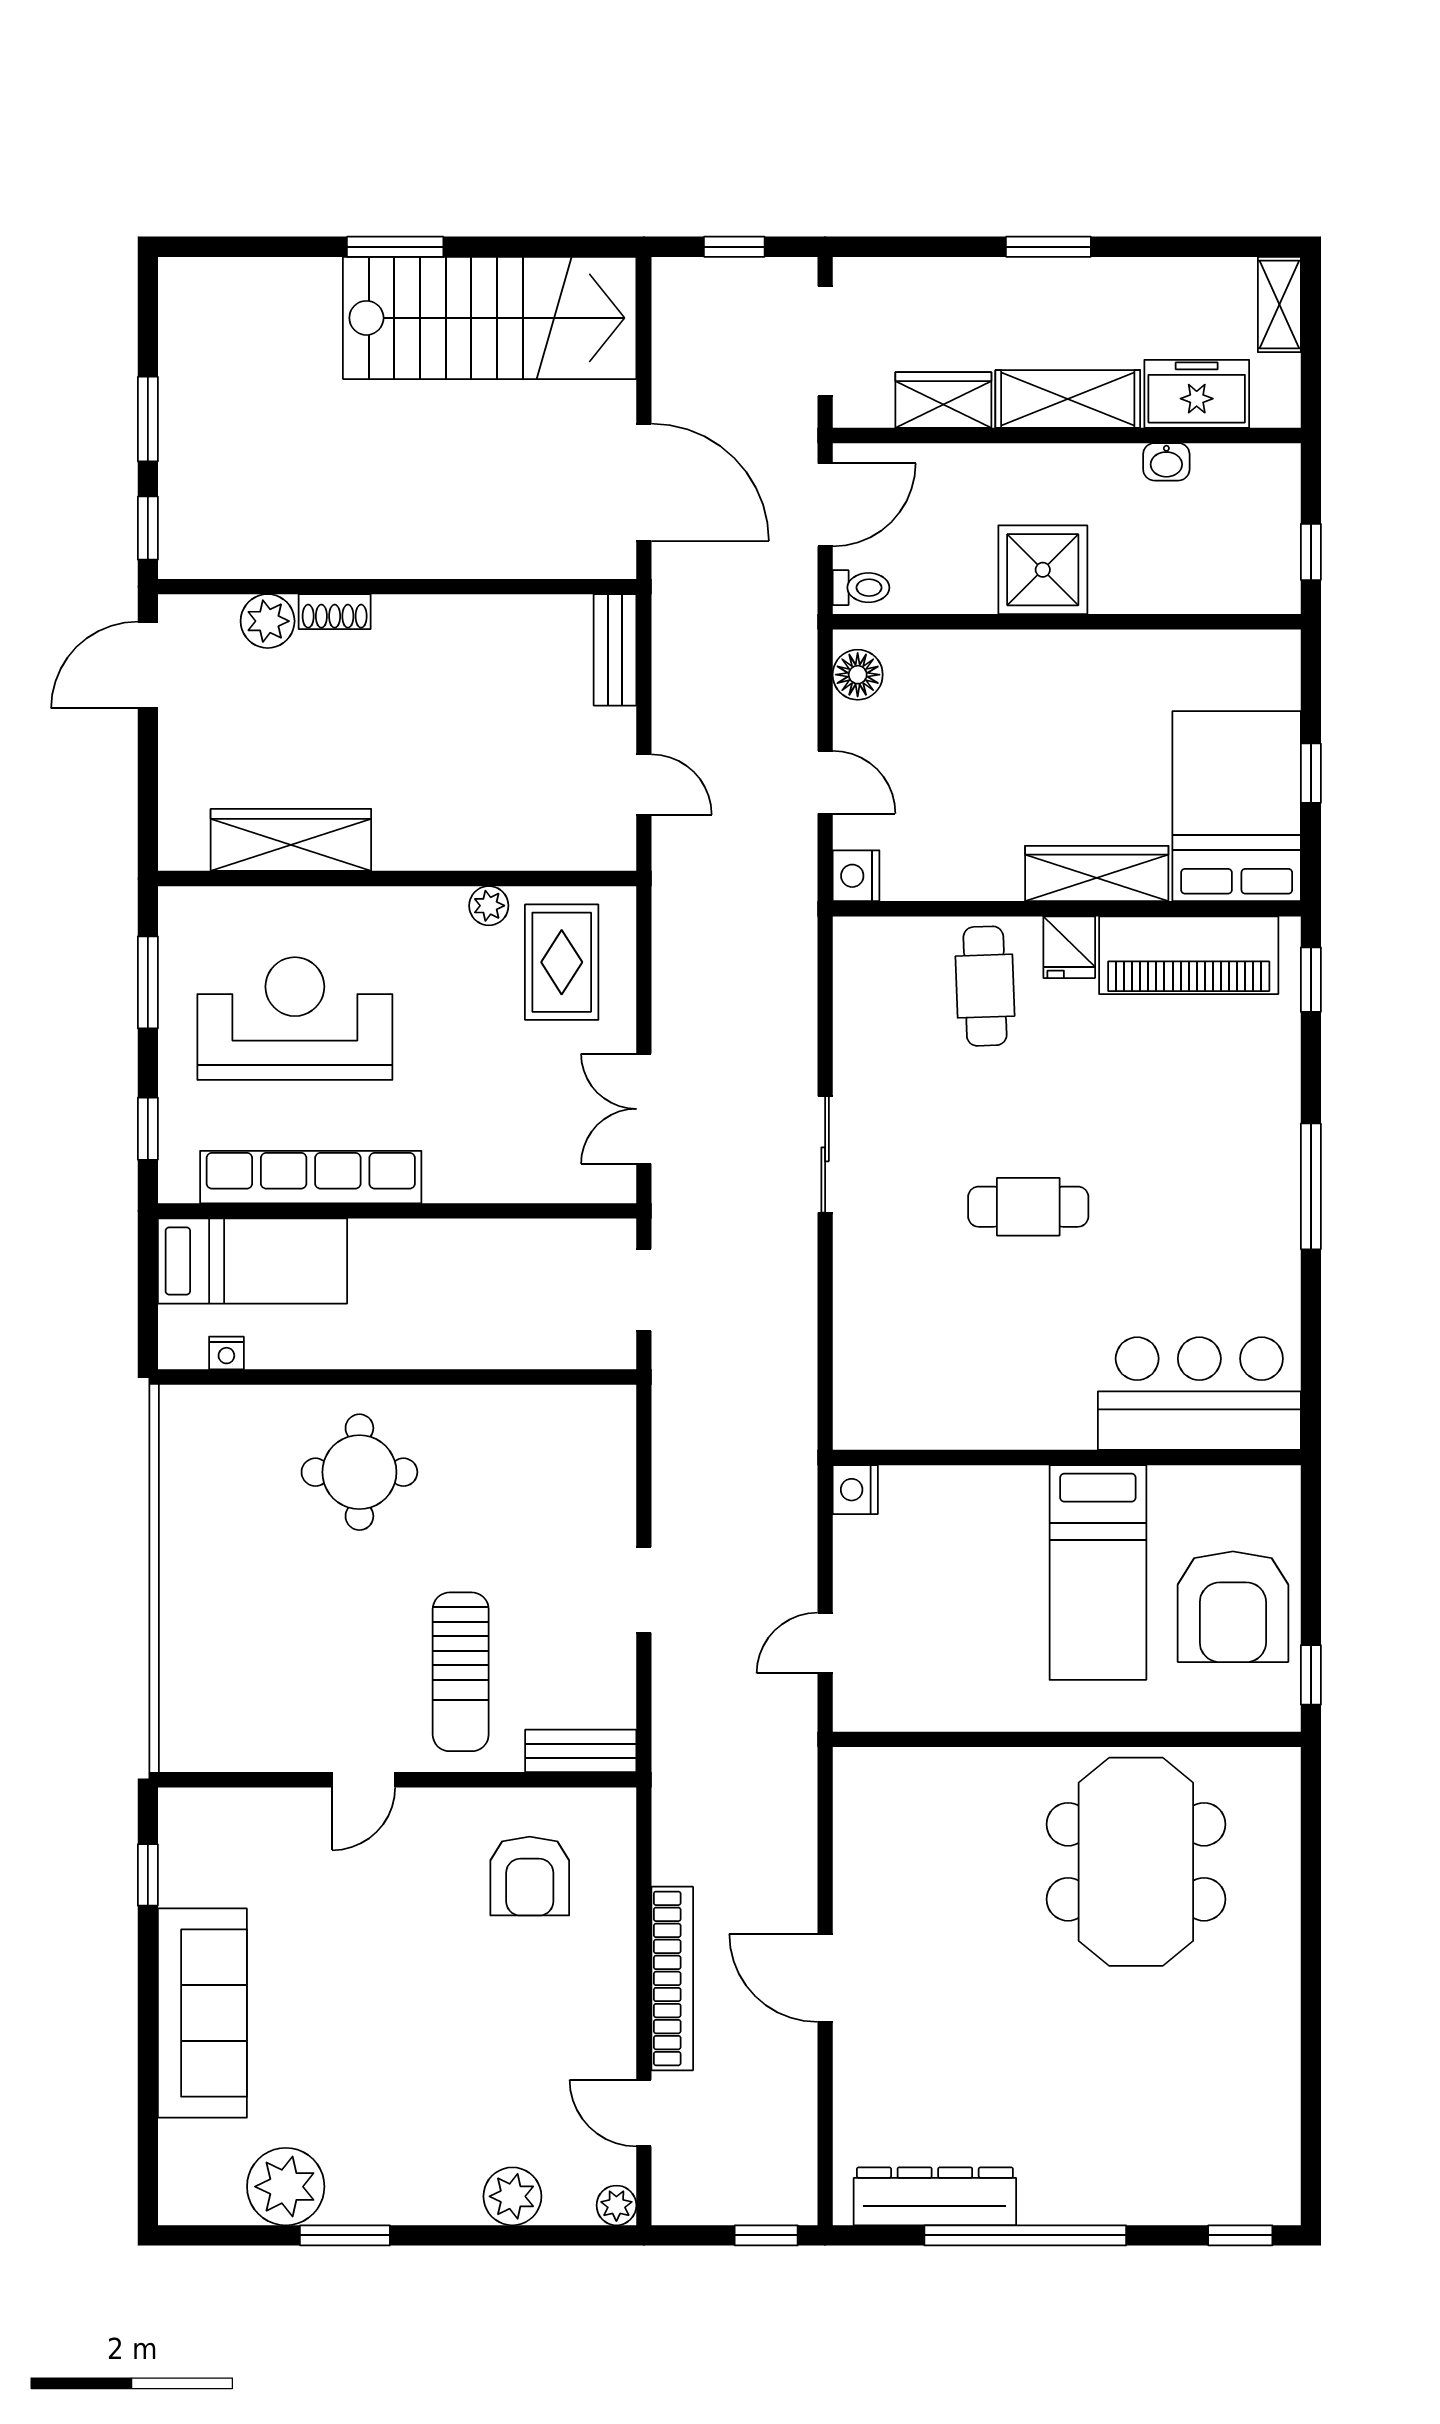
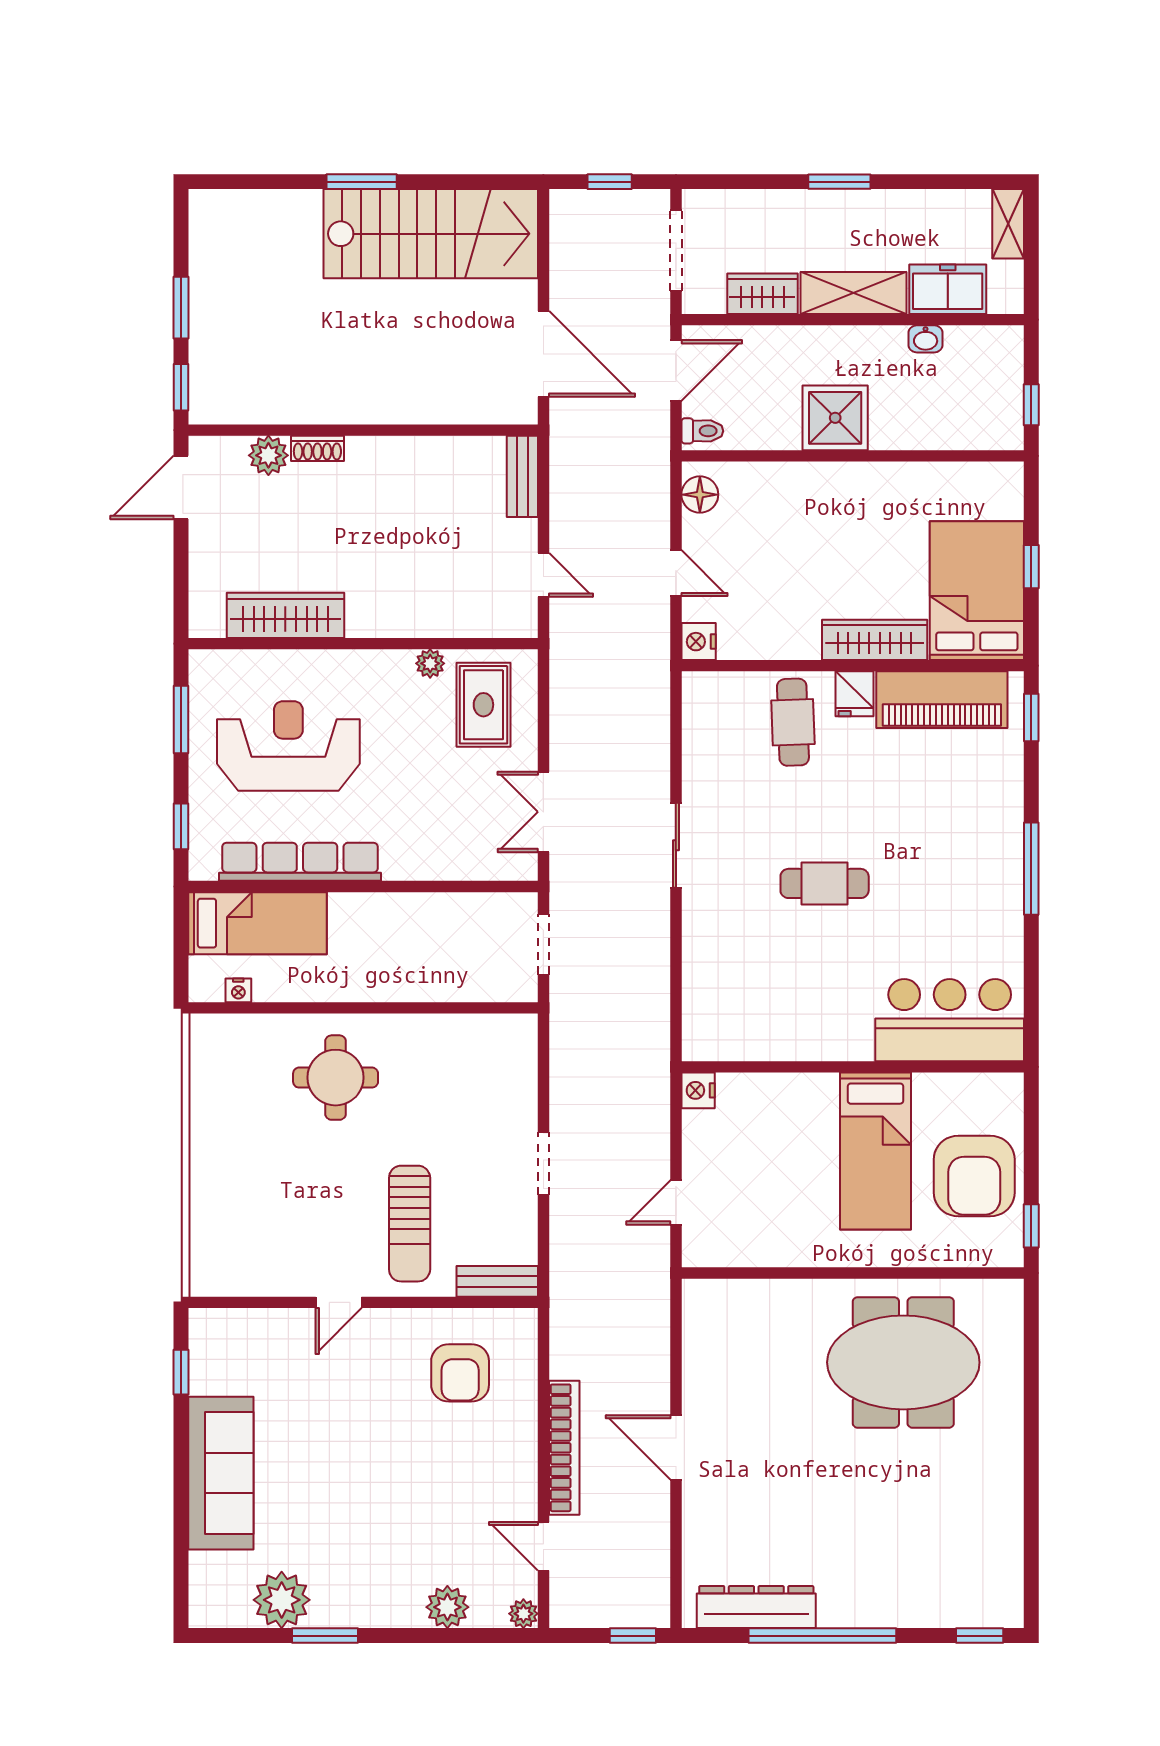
meeting table: (1136, 1862) -> (903, 1362), turned 90

